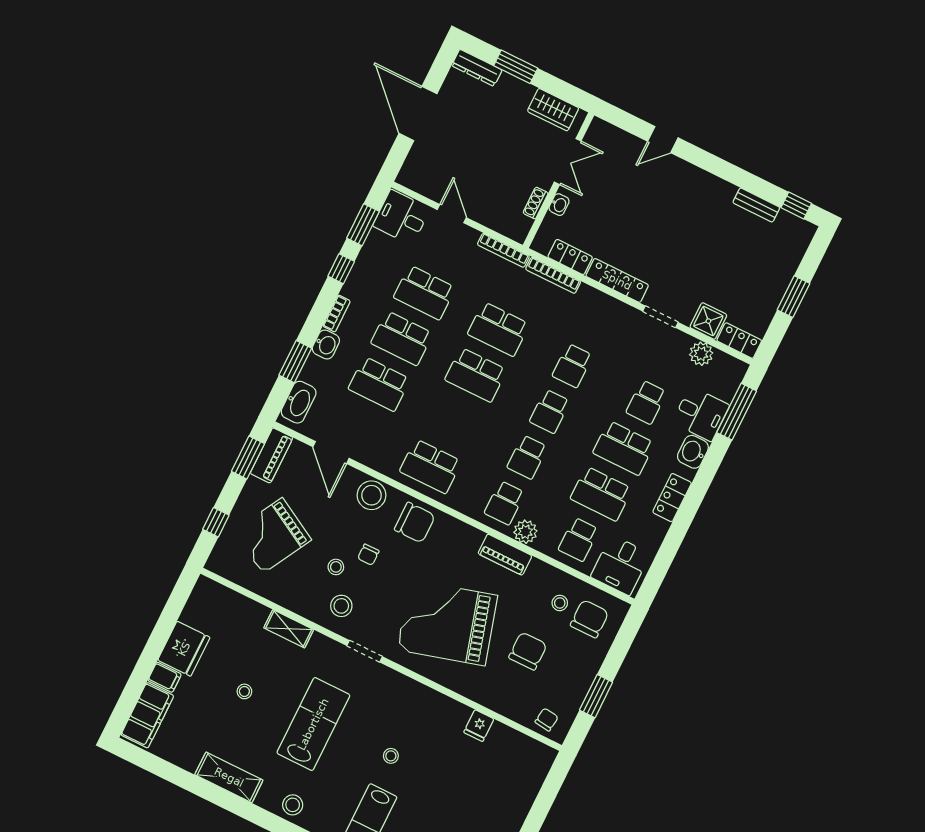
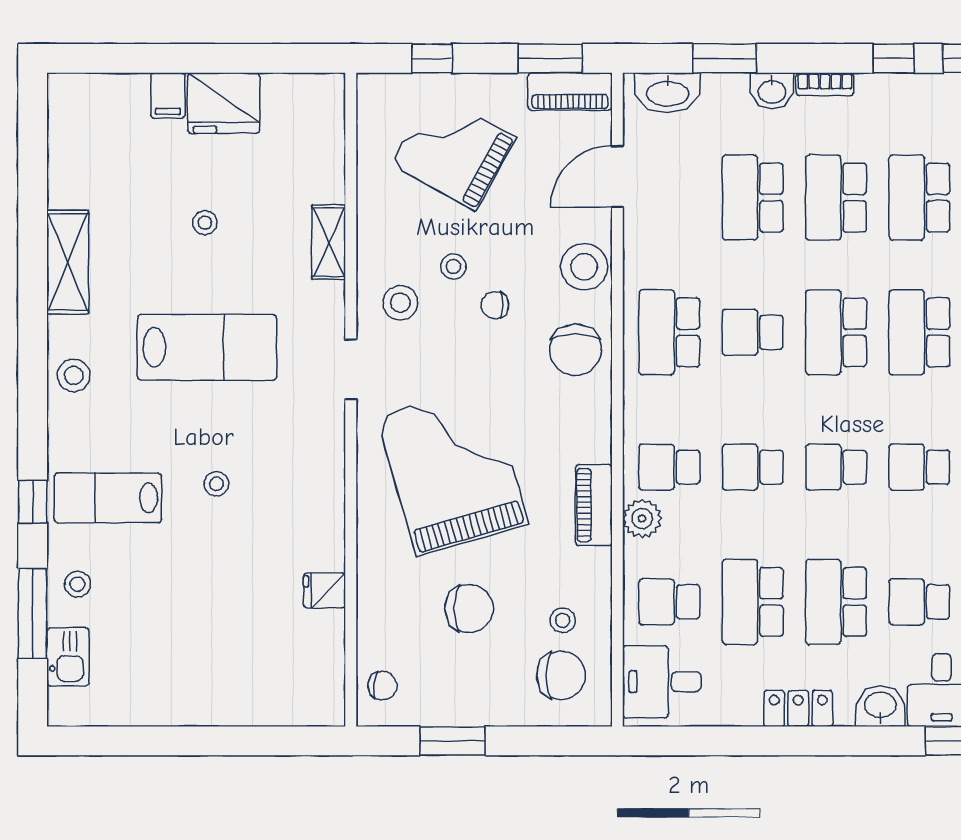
school desk: (453, 421) -> (753, 332), added
filing cabinet: (147, 715) -> (100, 98), removed

